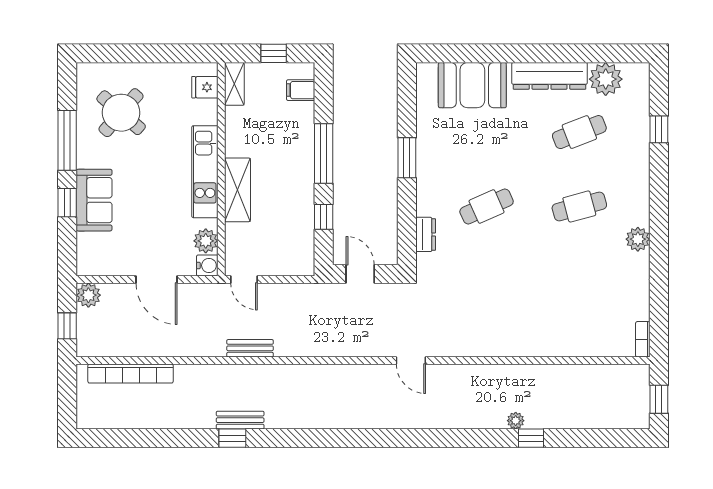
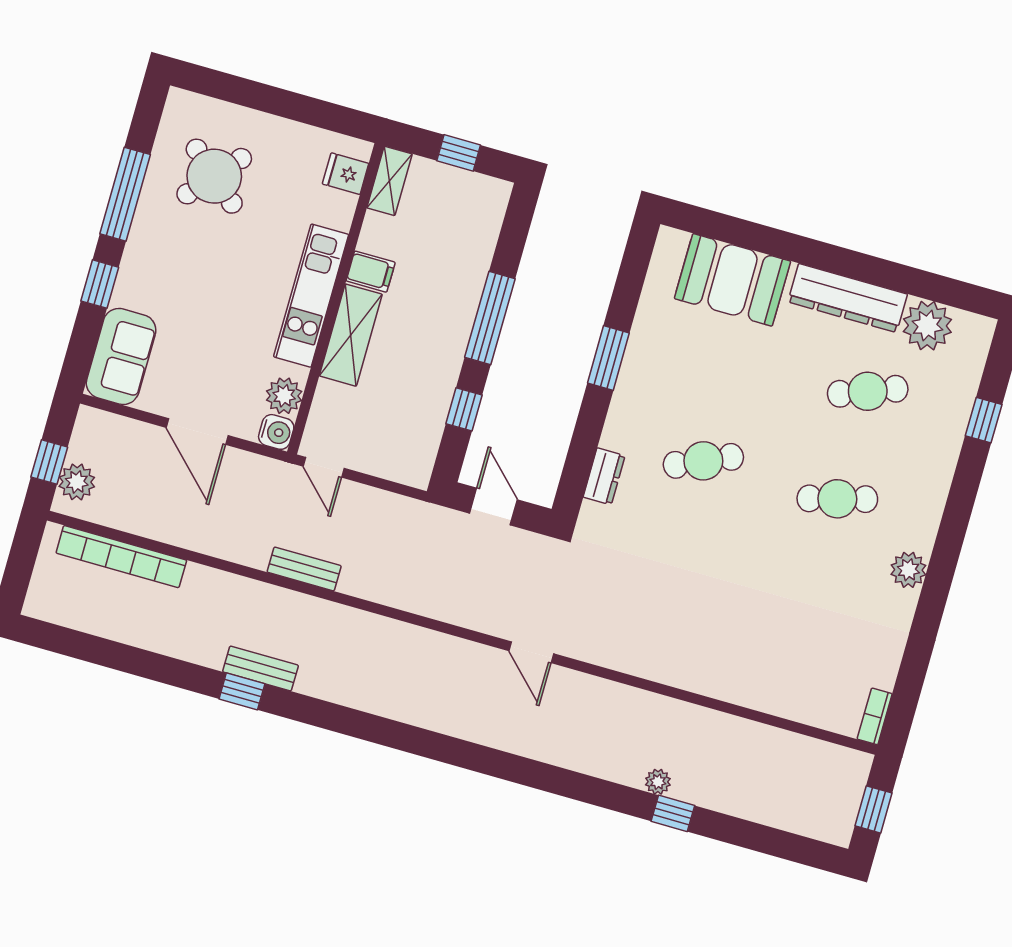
filing cabinet: (301, 90) -> (371, 272), moved, turned 180
sofa: (94, 200) -> (121, 356), moved
plant: (88, 295) -> (77, 482), moved

